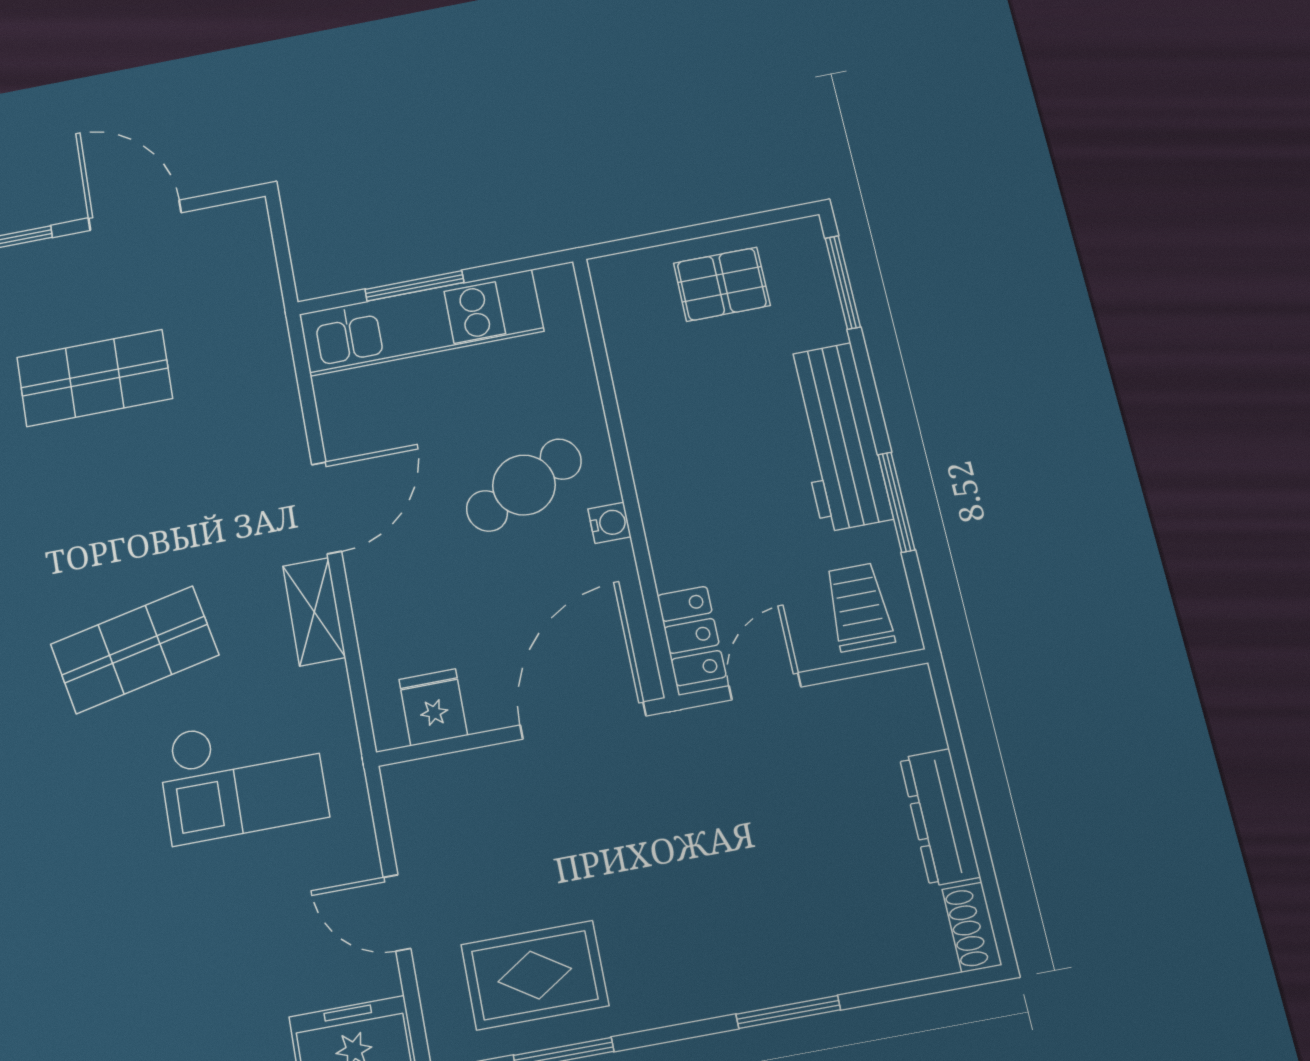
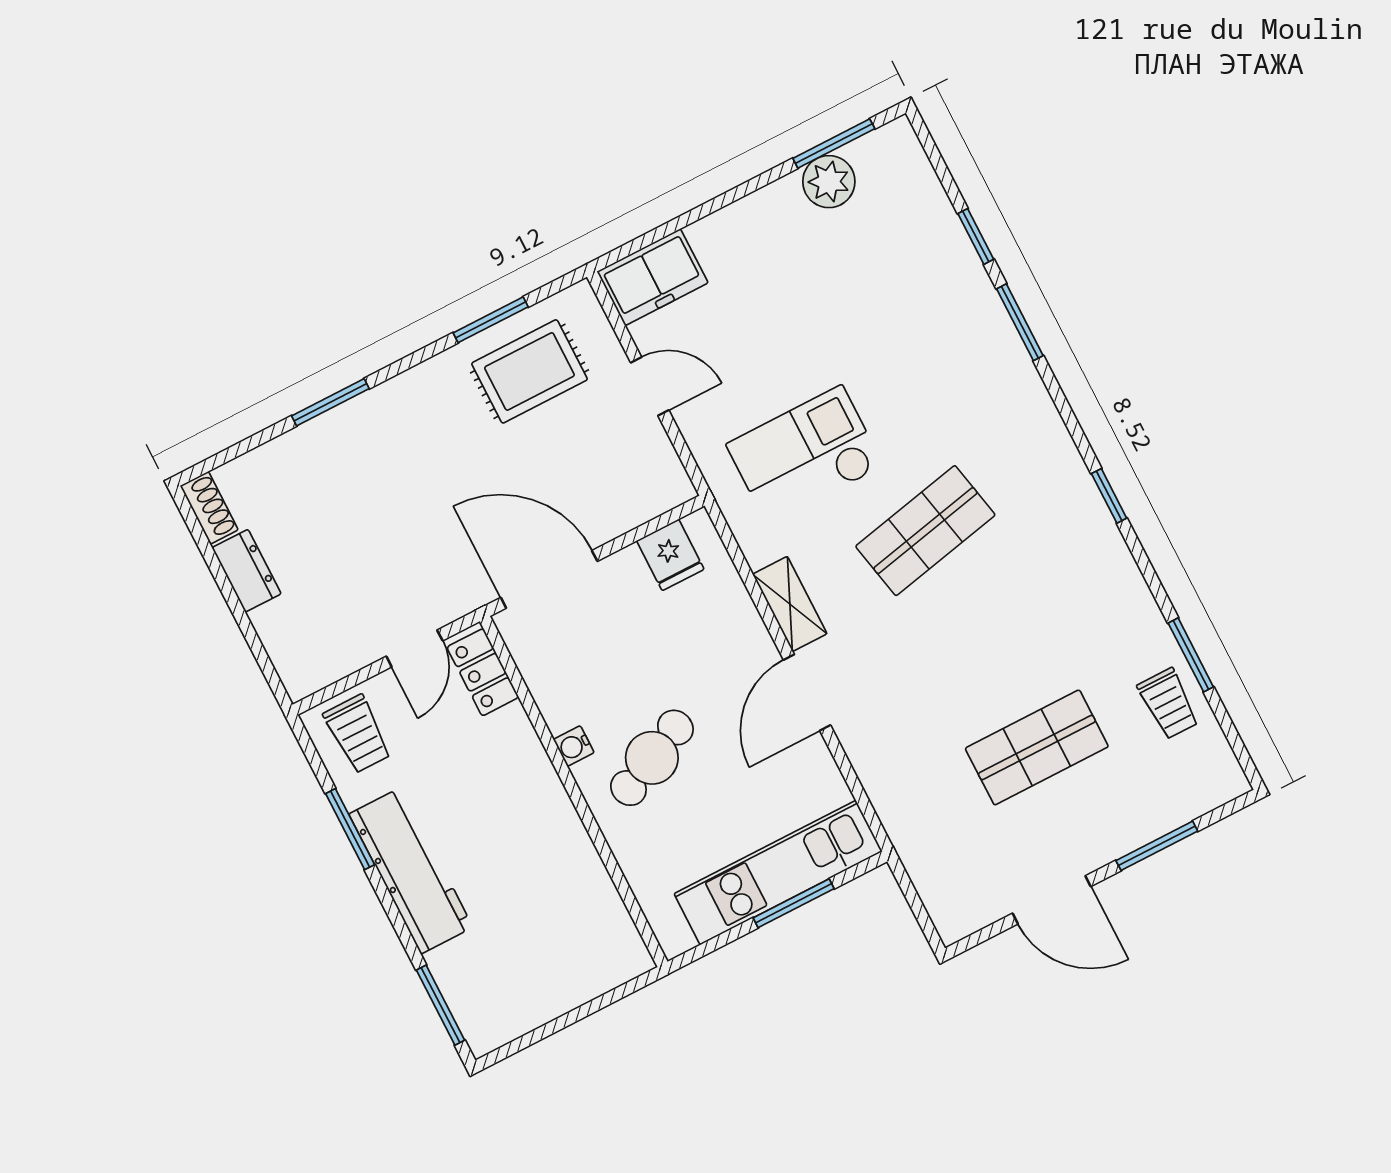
pallet: (722, 284) -> (539, 976), removed
door: (583, 720) -> (549, 579), swing flipped
dresser: (940, 817) -> (247, 571), width x0.70

